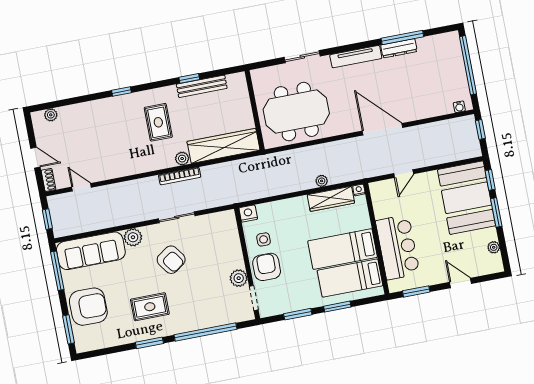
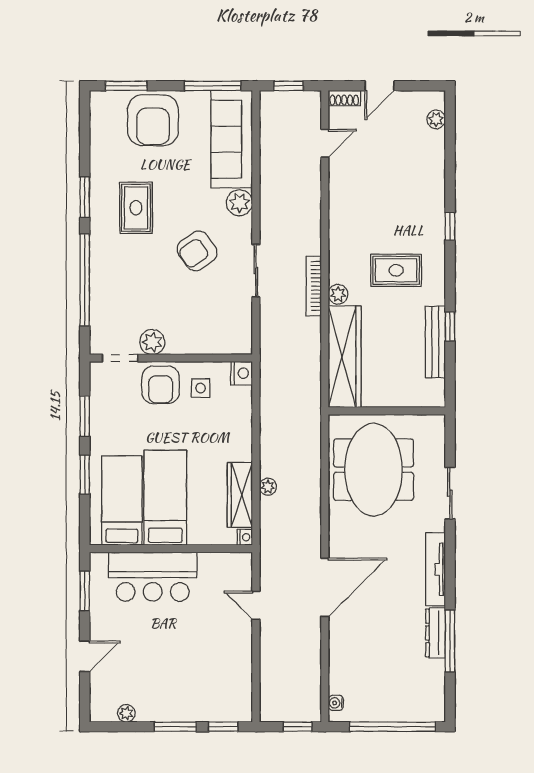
booth: (467, 198) -> (204, 688), removed
armchair: (267, 267) -> (161, 385), turned 90

